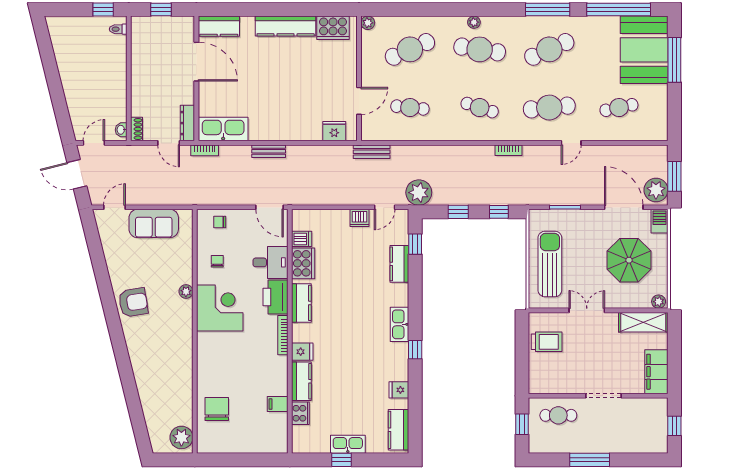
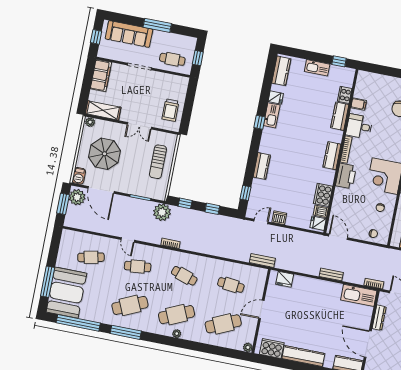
cafe table: (480, 49) -> (177, 315), turned -33
door: (359, 101) -> (261, 309), moved
cafe table: (549, 108) -> (138, 267), width x0.73, depth x0.74
dresser: (187, 123) -> (379, 318), moved
door: (571, 143) -> (128, 240), swing flipped
plant: (419, 193) -> (162, 212), moved
desk: (270, 262) -> (359, 126), moved
kitchen counter: (399, 264) -> (262, 166), moved
sun lounger: (550, 264) -> (158, 162), width x0.73, depth x0.75
kitchen counter: (301, 303) -> (332, 156), moved
kitchen sink: (400, 324) -> (272, 115), moved
trolley: (547, 342) -> (170, 110), turned -90
fridge: (302, 352) -> (318, 223), moved
sofa: (628, 439) -> (129, 34), added
window: (341, 460) -> (339, 61), moved

